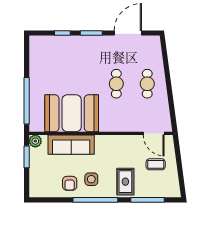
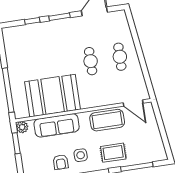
coffee table: (156, 164) -> (107, 120), moved, width x1.86, depth x1.72
rug: (125, 182) -> (113, 153), turned 90

